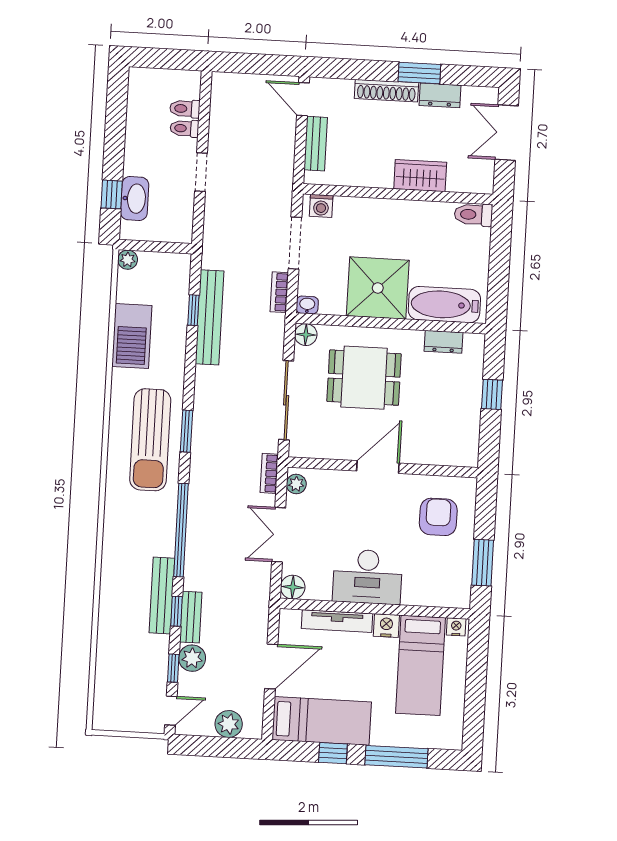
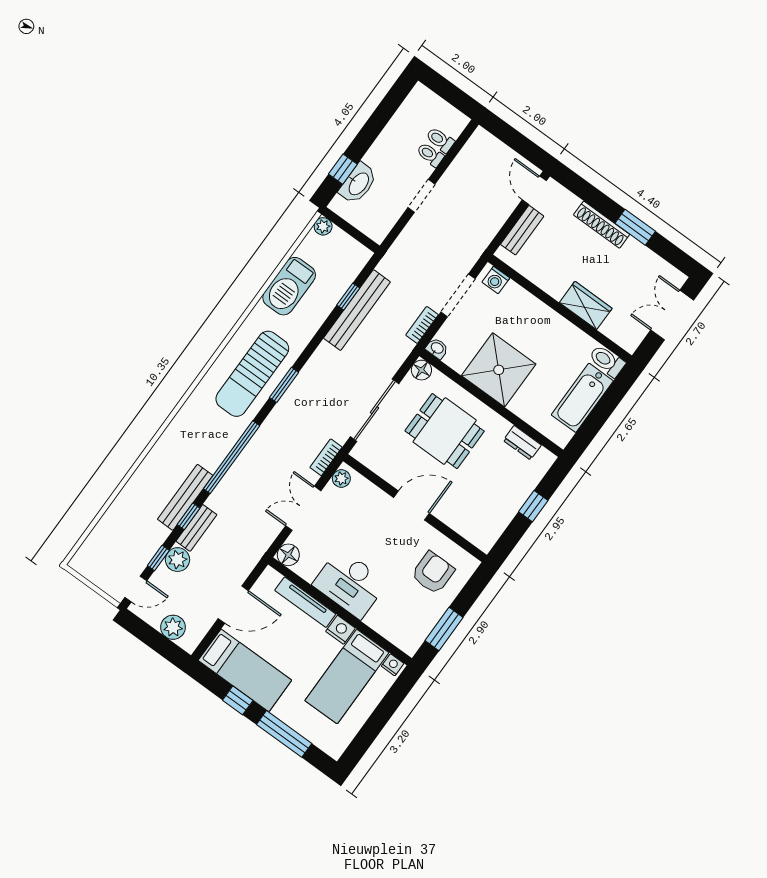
dresser: (440, 95) -> (640, 254), removed
bathtub: (444, 305) -> (582, 398), moved, turned -90

